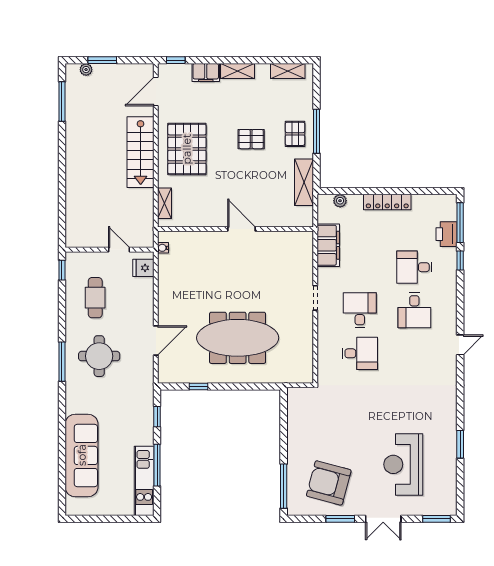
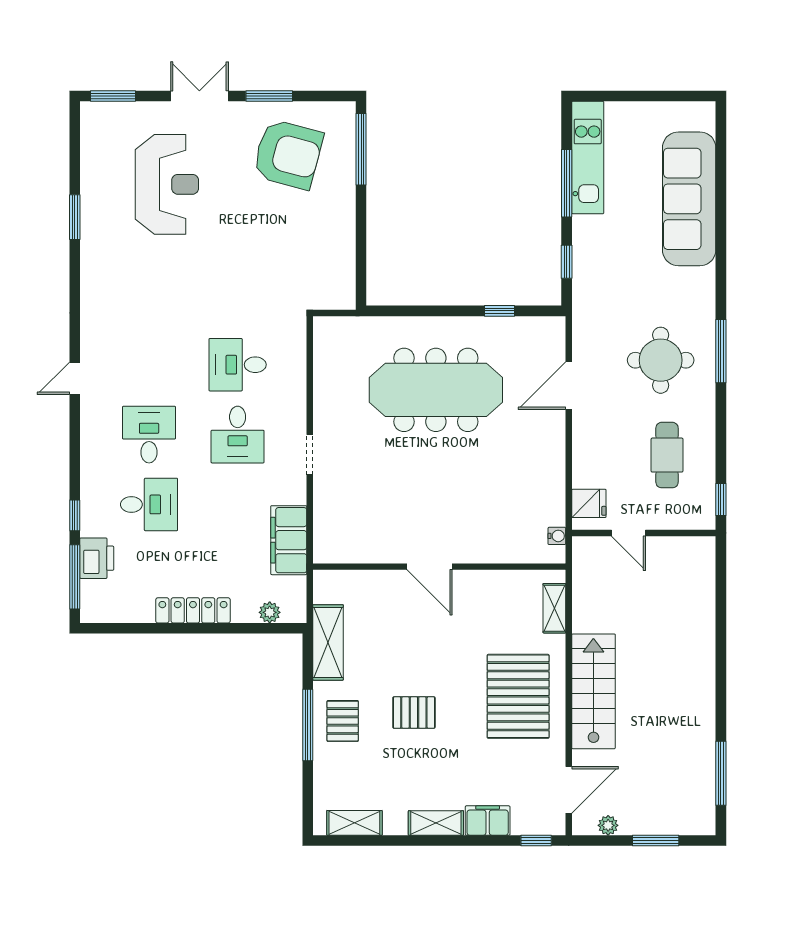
plant: (86, 70) -> (608, 825), moved

